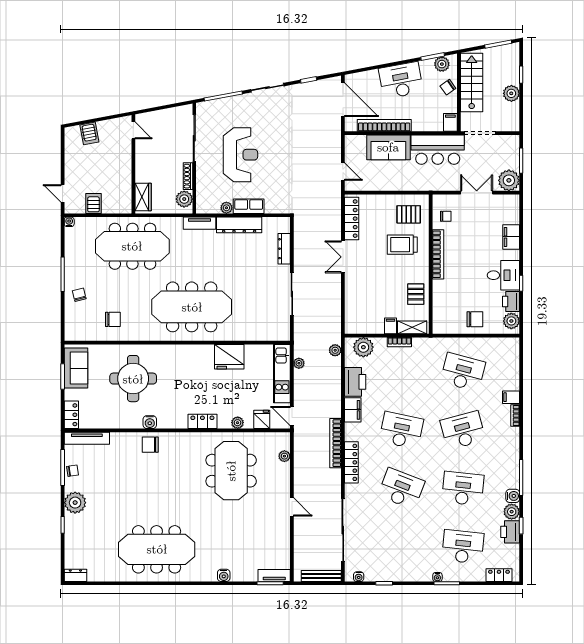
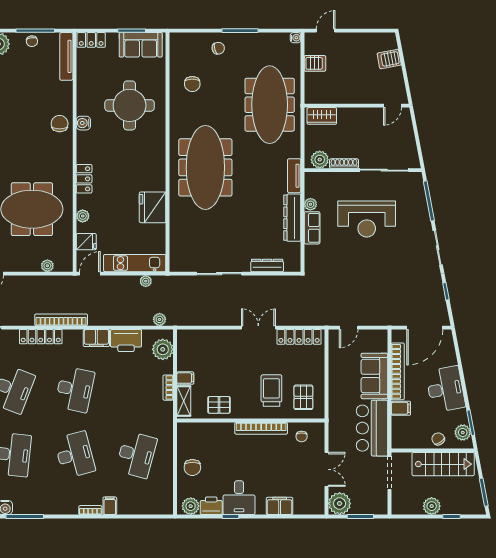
filing cabinet: (450, 122) -> (401, 408), moved

